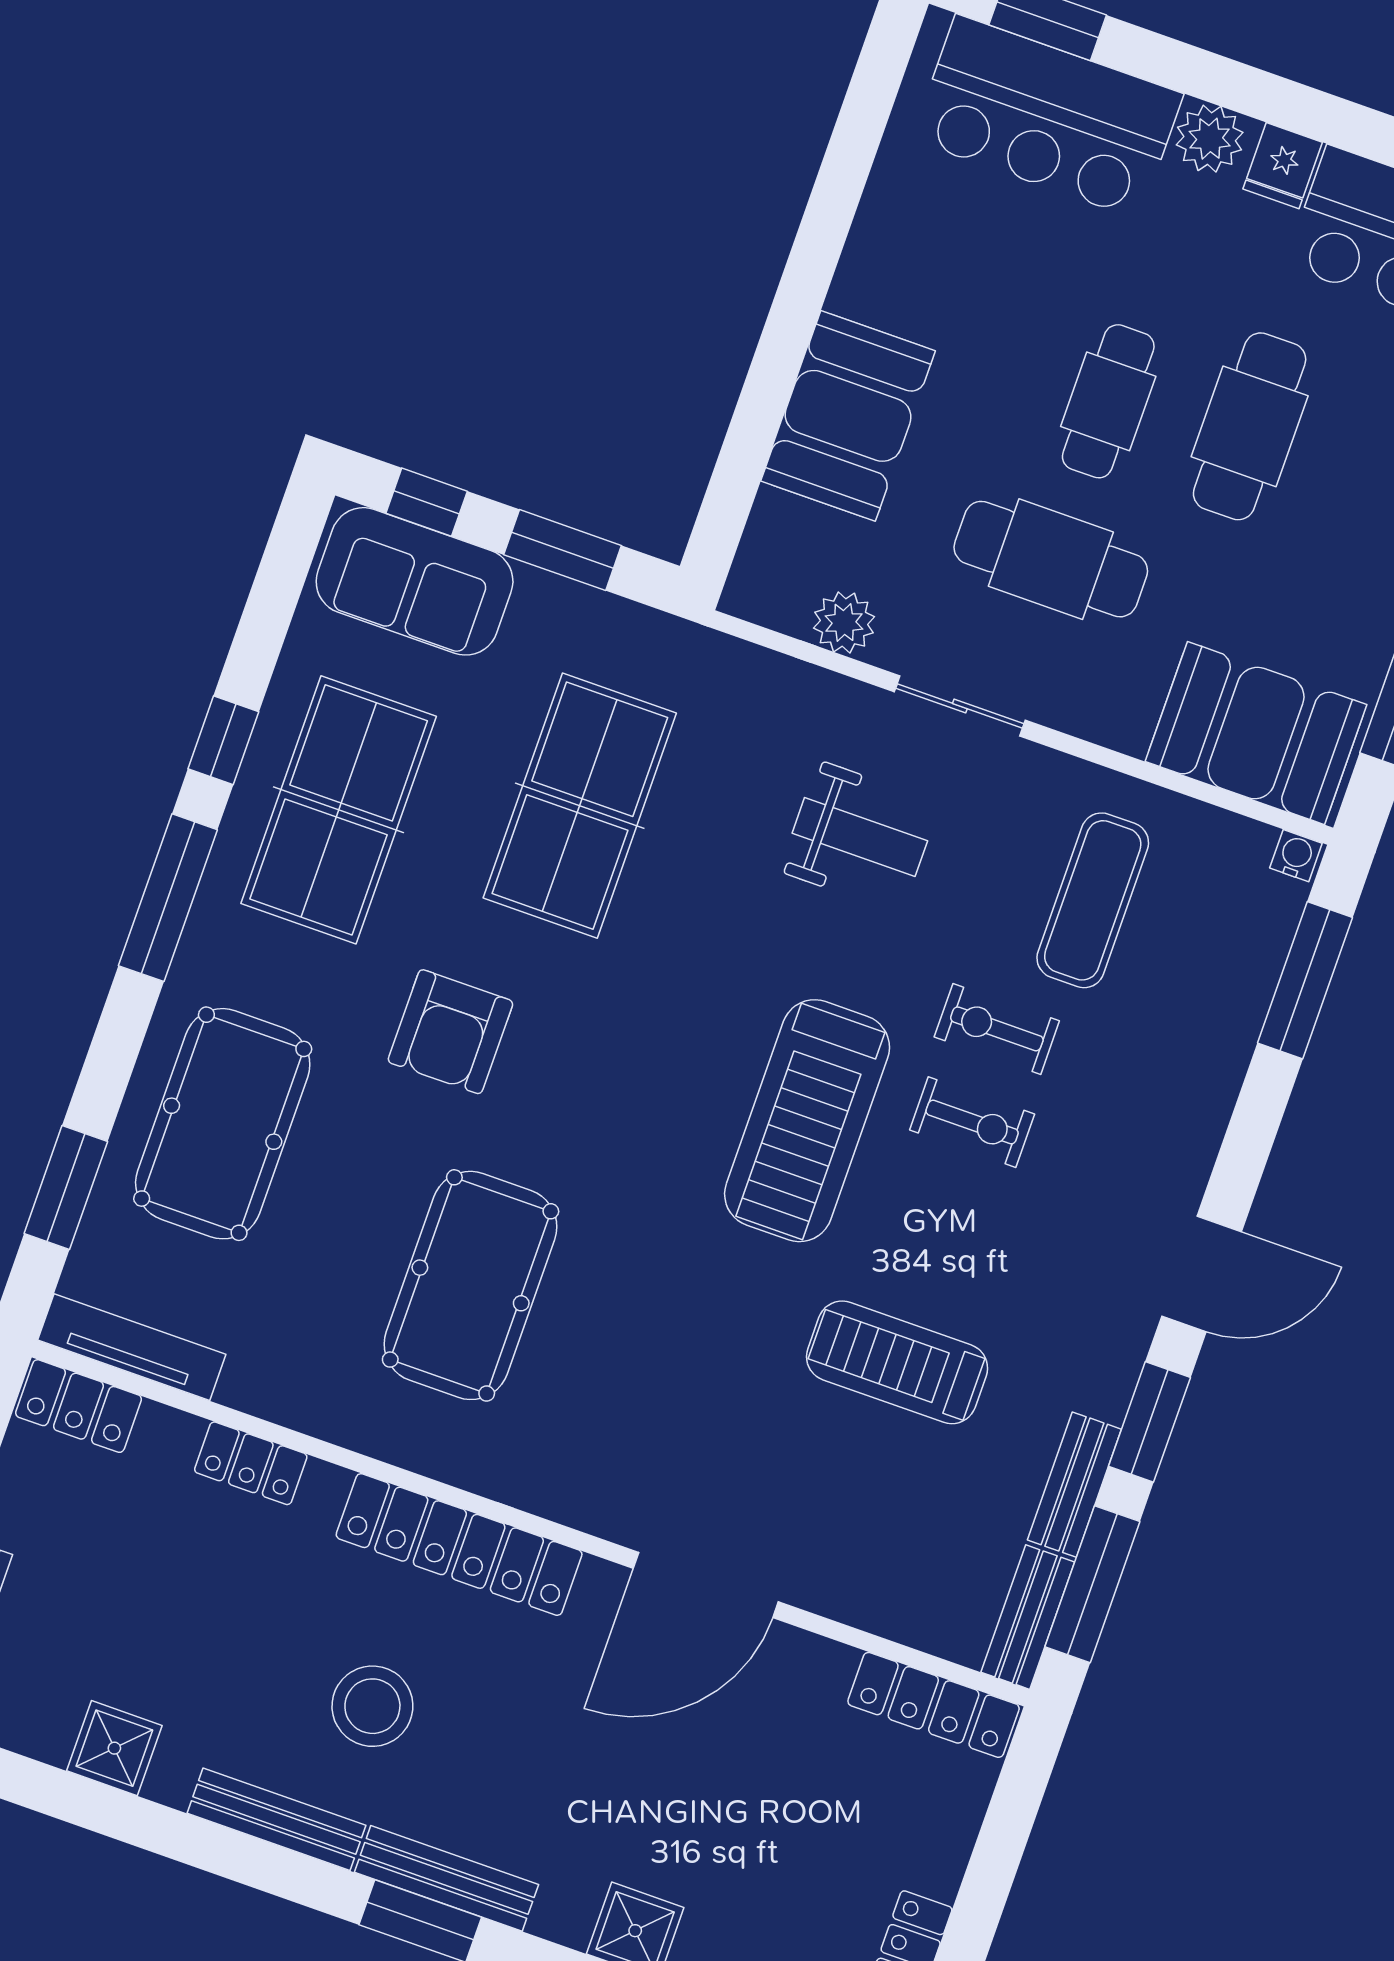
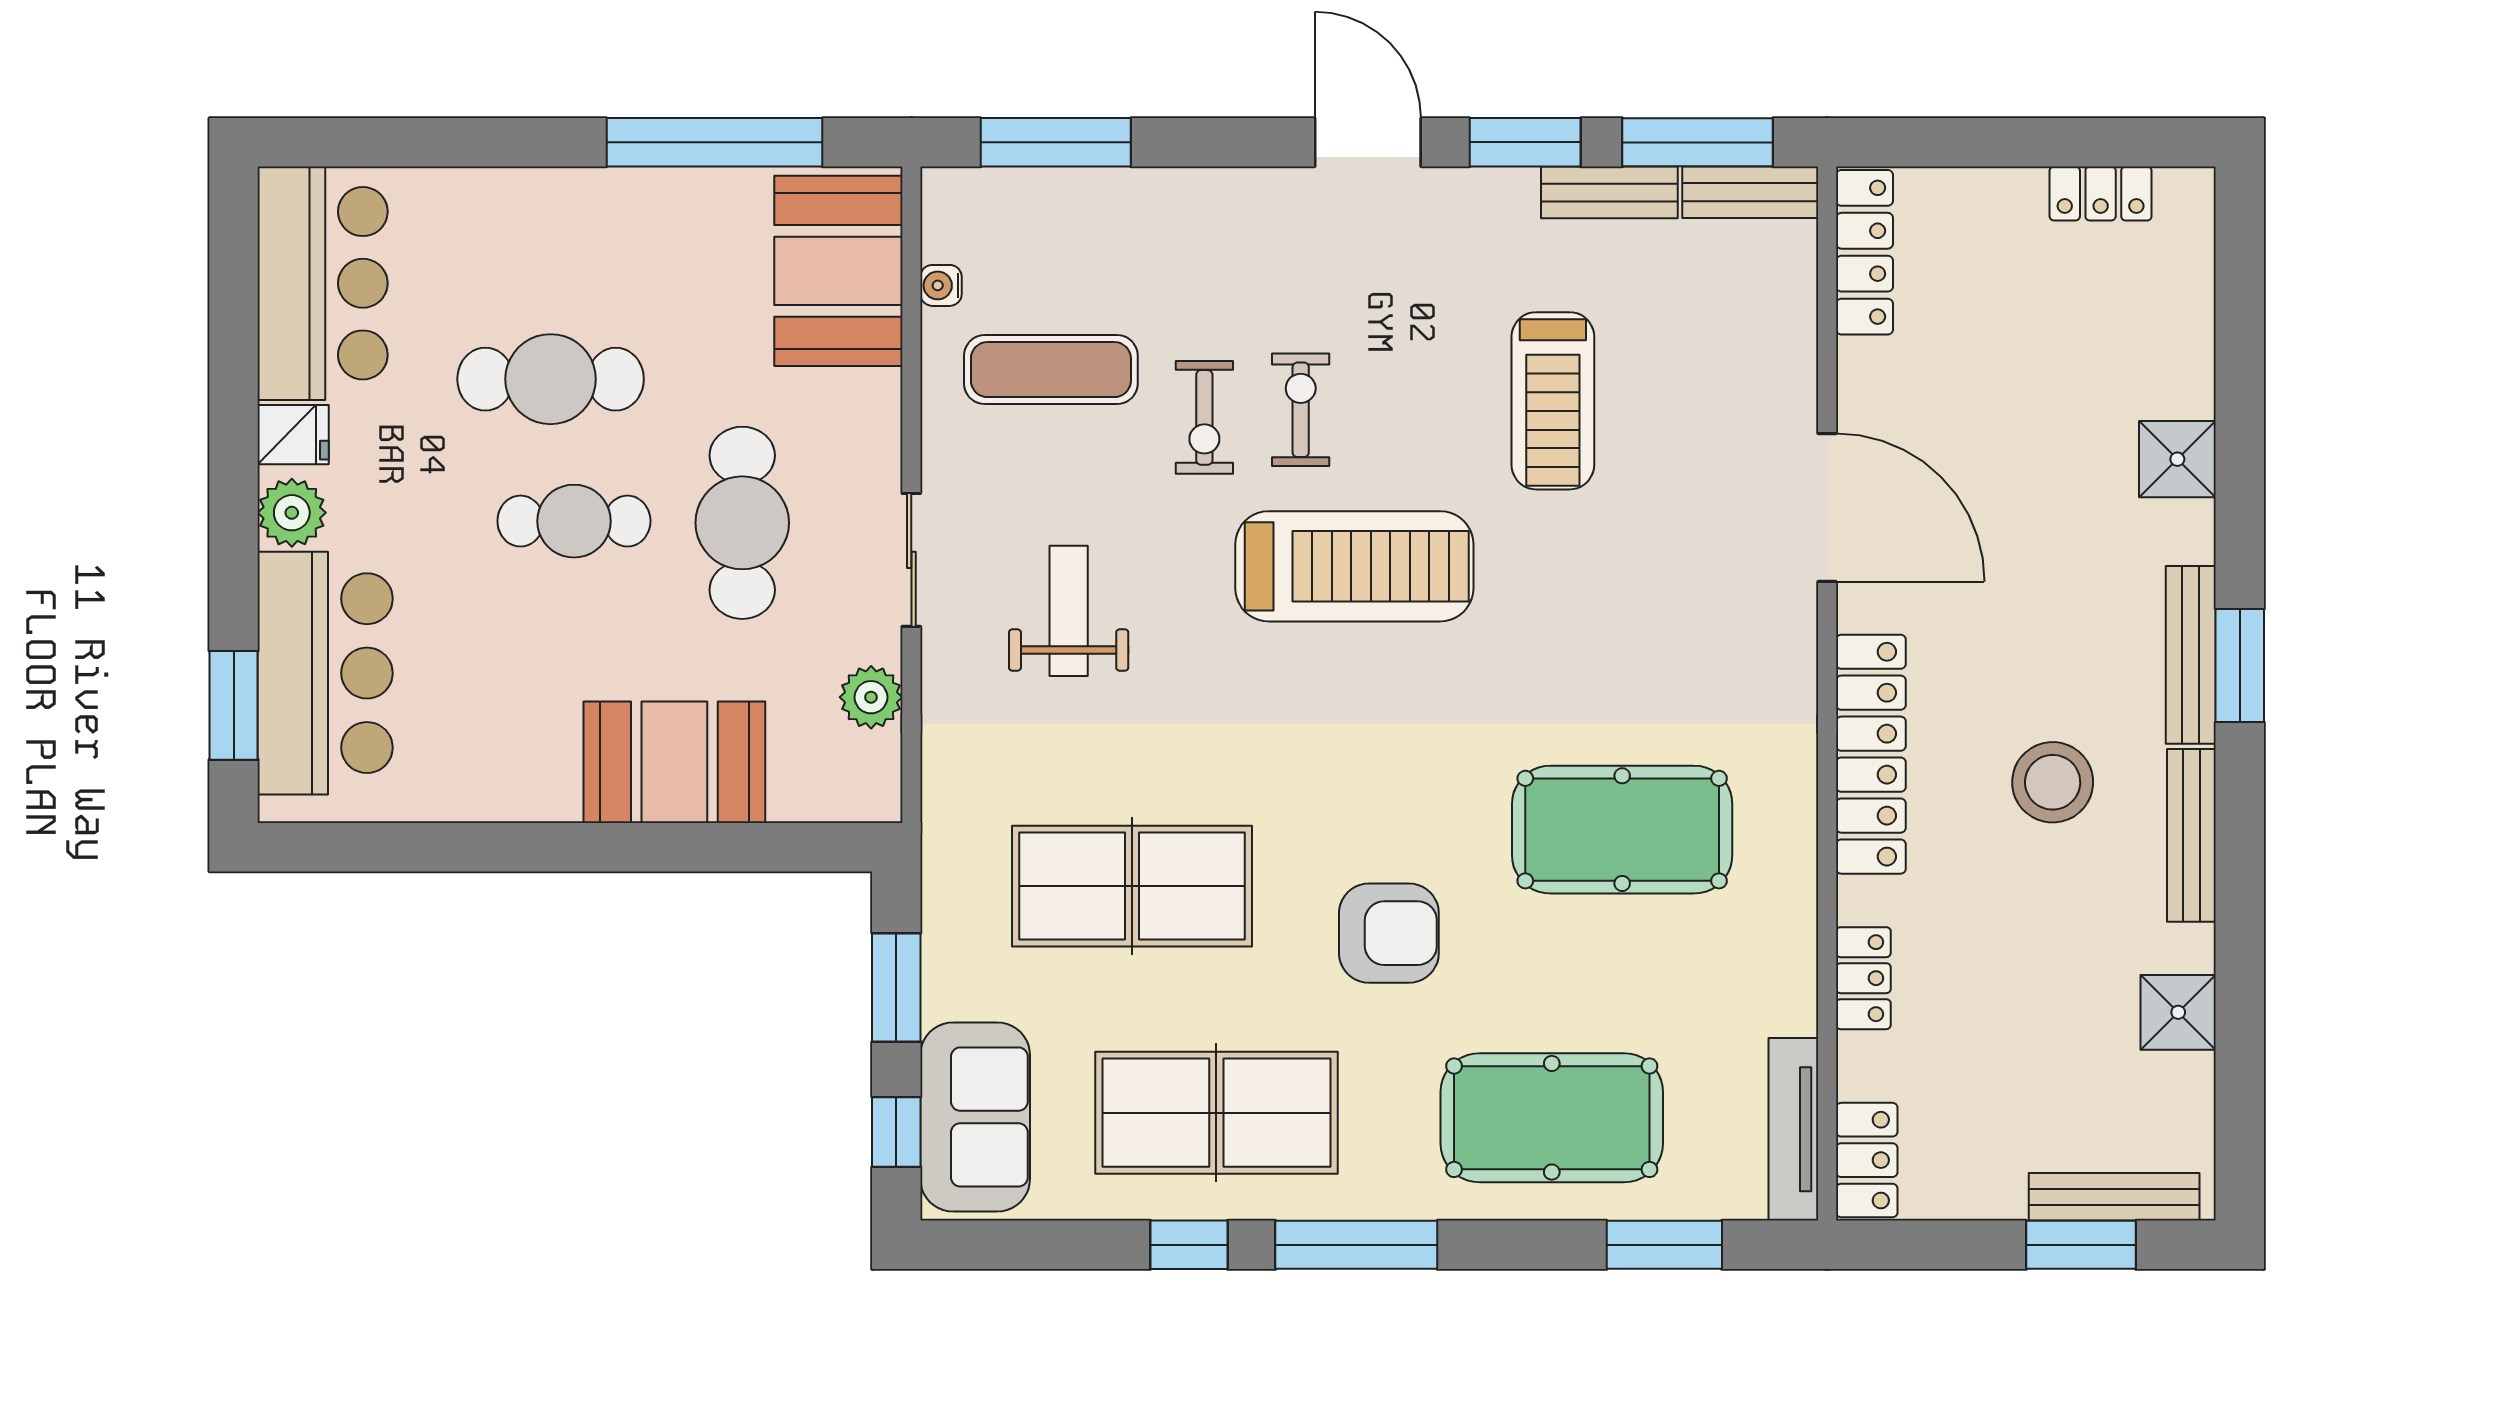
water cooler: (1296, 856) -> (941, 285), moved

